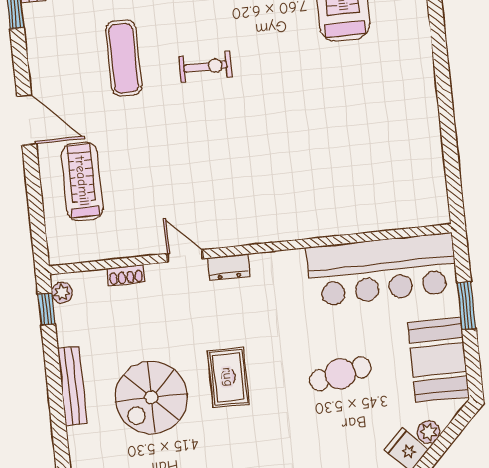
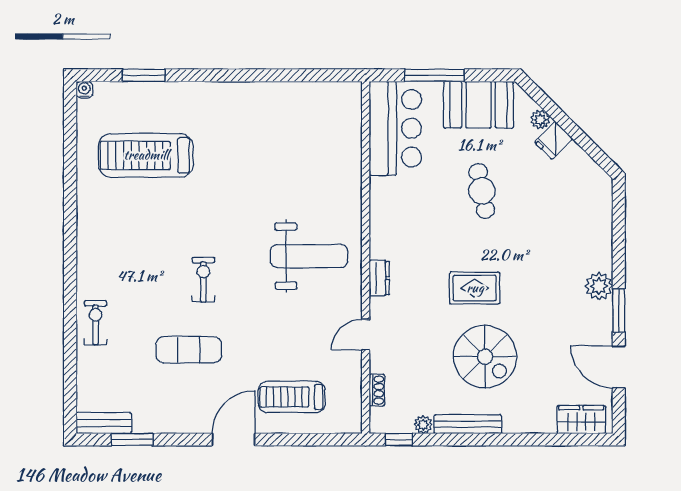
weight bench: (245, 184) -> (309, 256), added
door: (185, 256) -> (366, 335), moved
bar counter: (382, 270) -> (395, 128), width x0.73
shoe rack: (126, 275) -> (377, 390), moved
plant: (62, 292) -> (423, 425), moved
window: (467, 306) -> (434, 75), width x1.44

